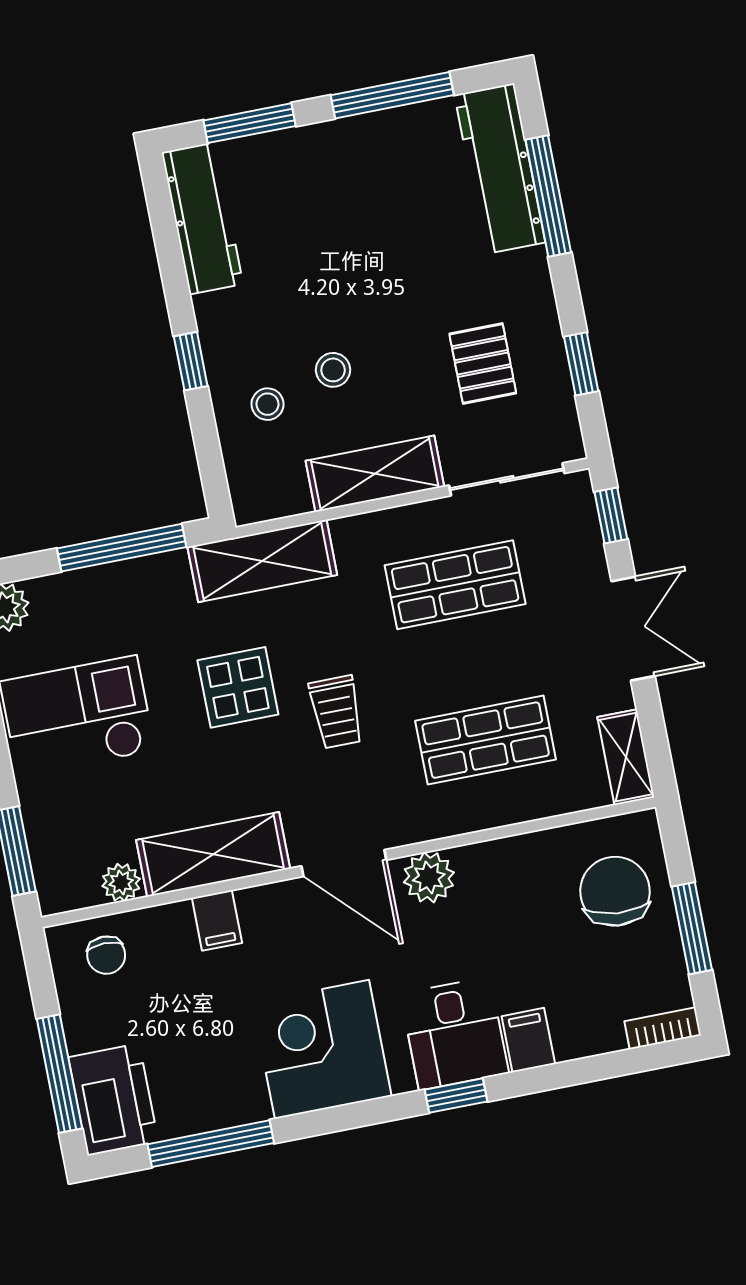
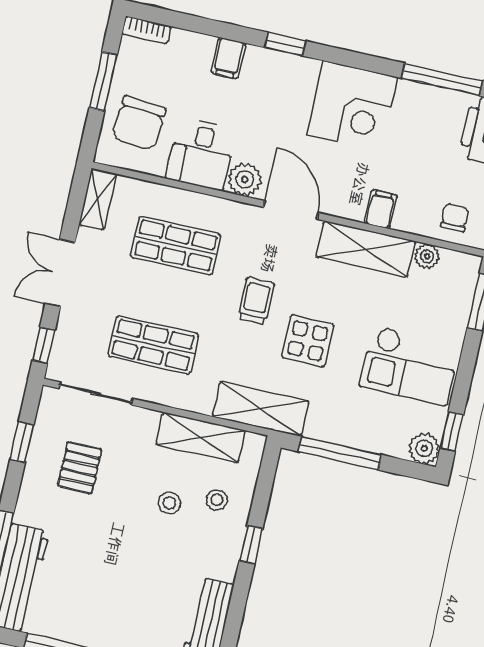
shelving: (375, 474) -> (201, 438), moved
desk: (455, 1034) -> (201, 154), moved, turned 180

